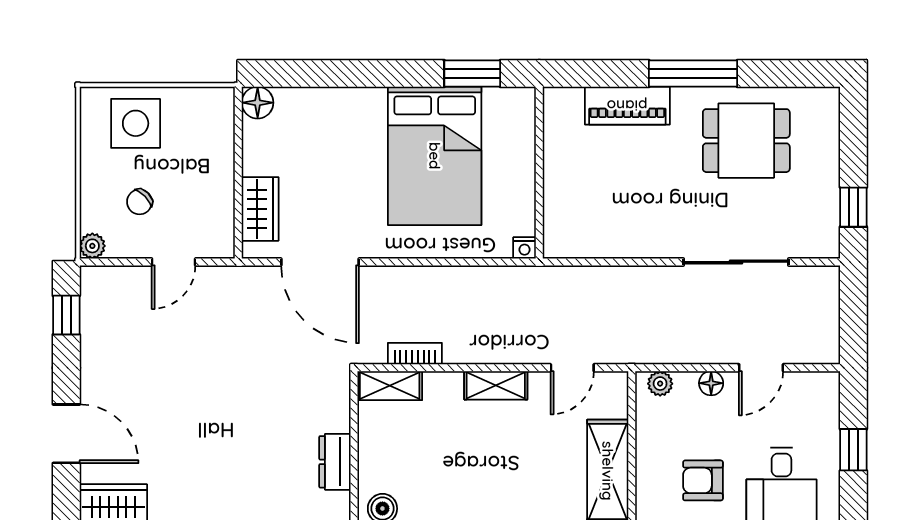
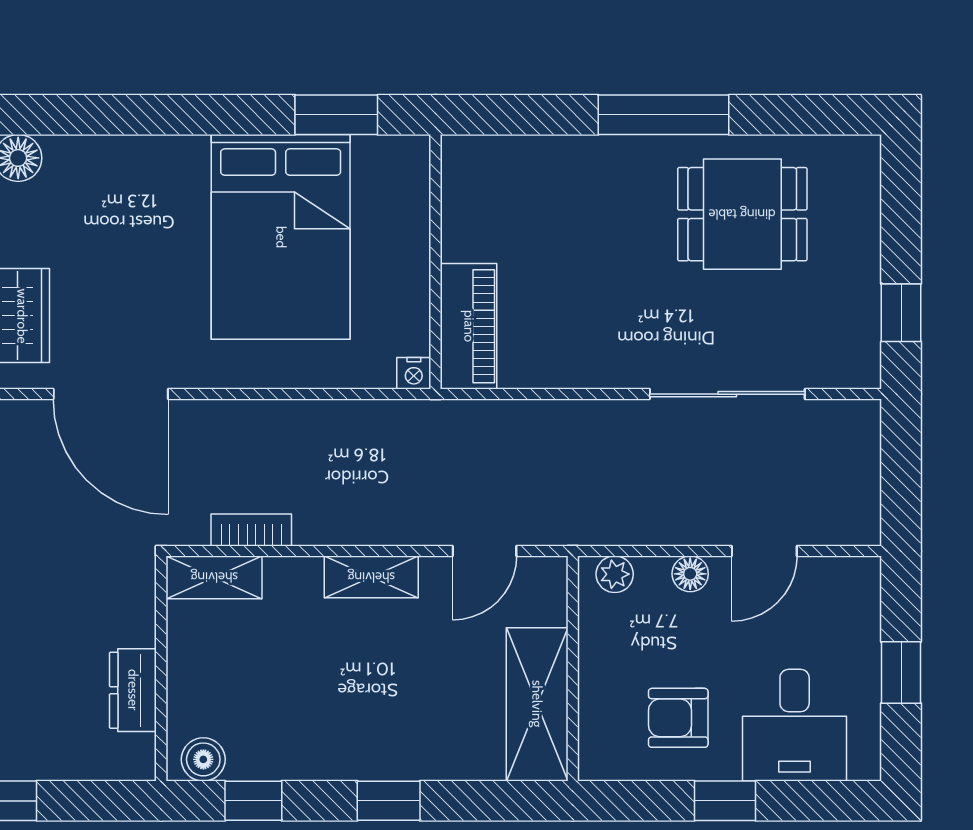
piano: (627, 106) -> (469, 326), moved, turned -90

